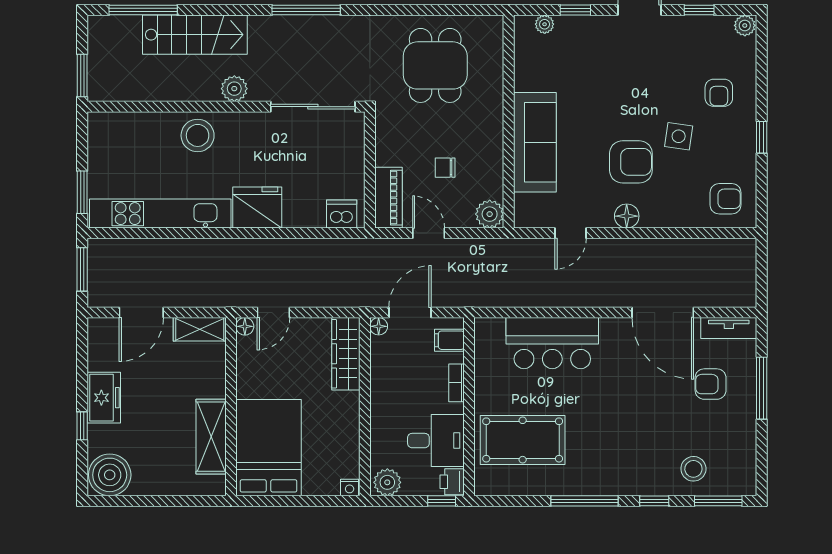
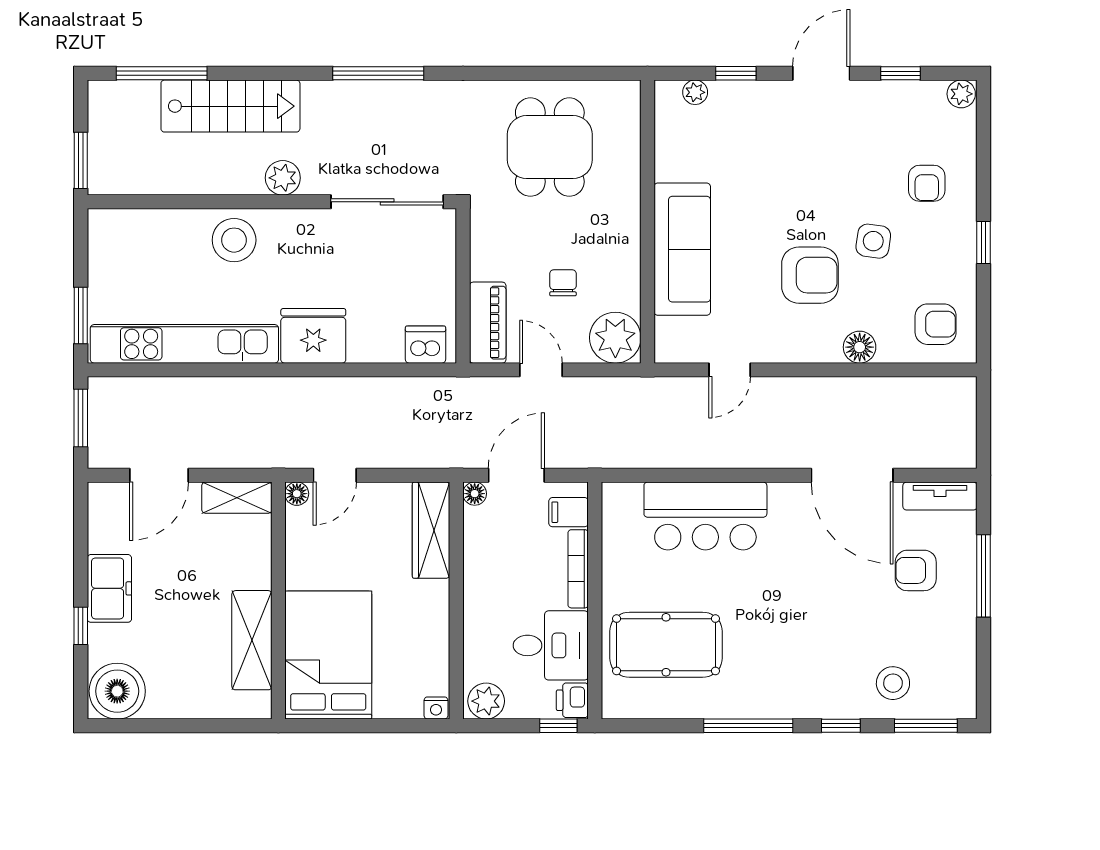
chair: (445, 168) -> (563, 283), turned 90
plant: (490, 214) -> (615, 338), width x1.36, depth x1.36
floor lamp: (627, 216) -> (860, 347), moved
bookcase: (456, 383) -> (578, 569), width x1.56

